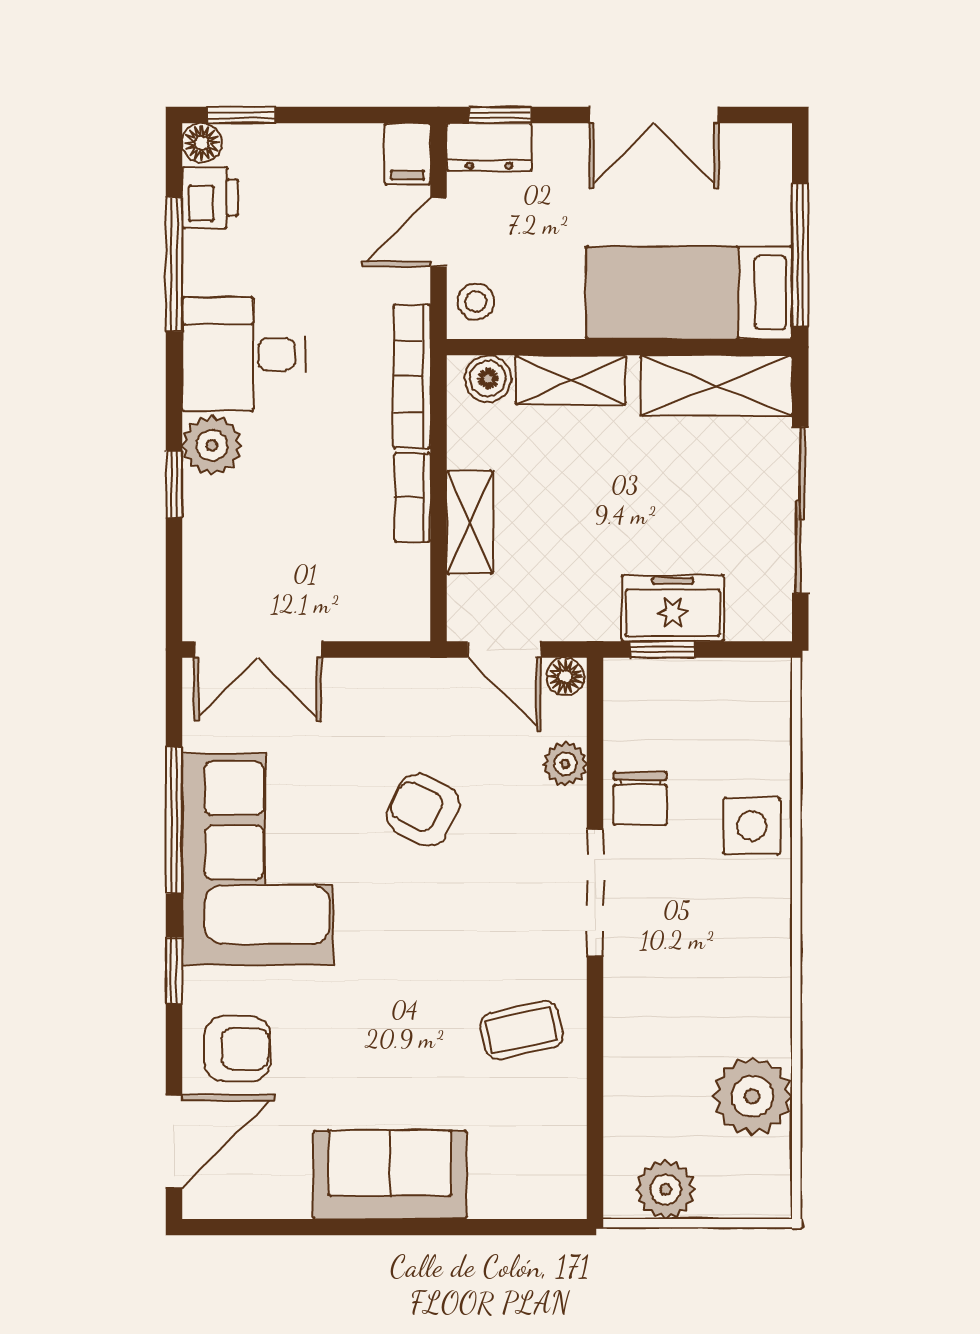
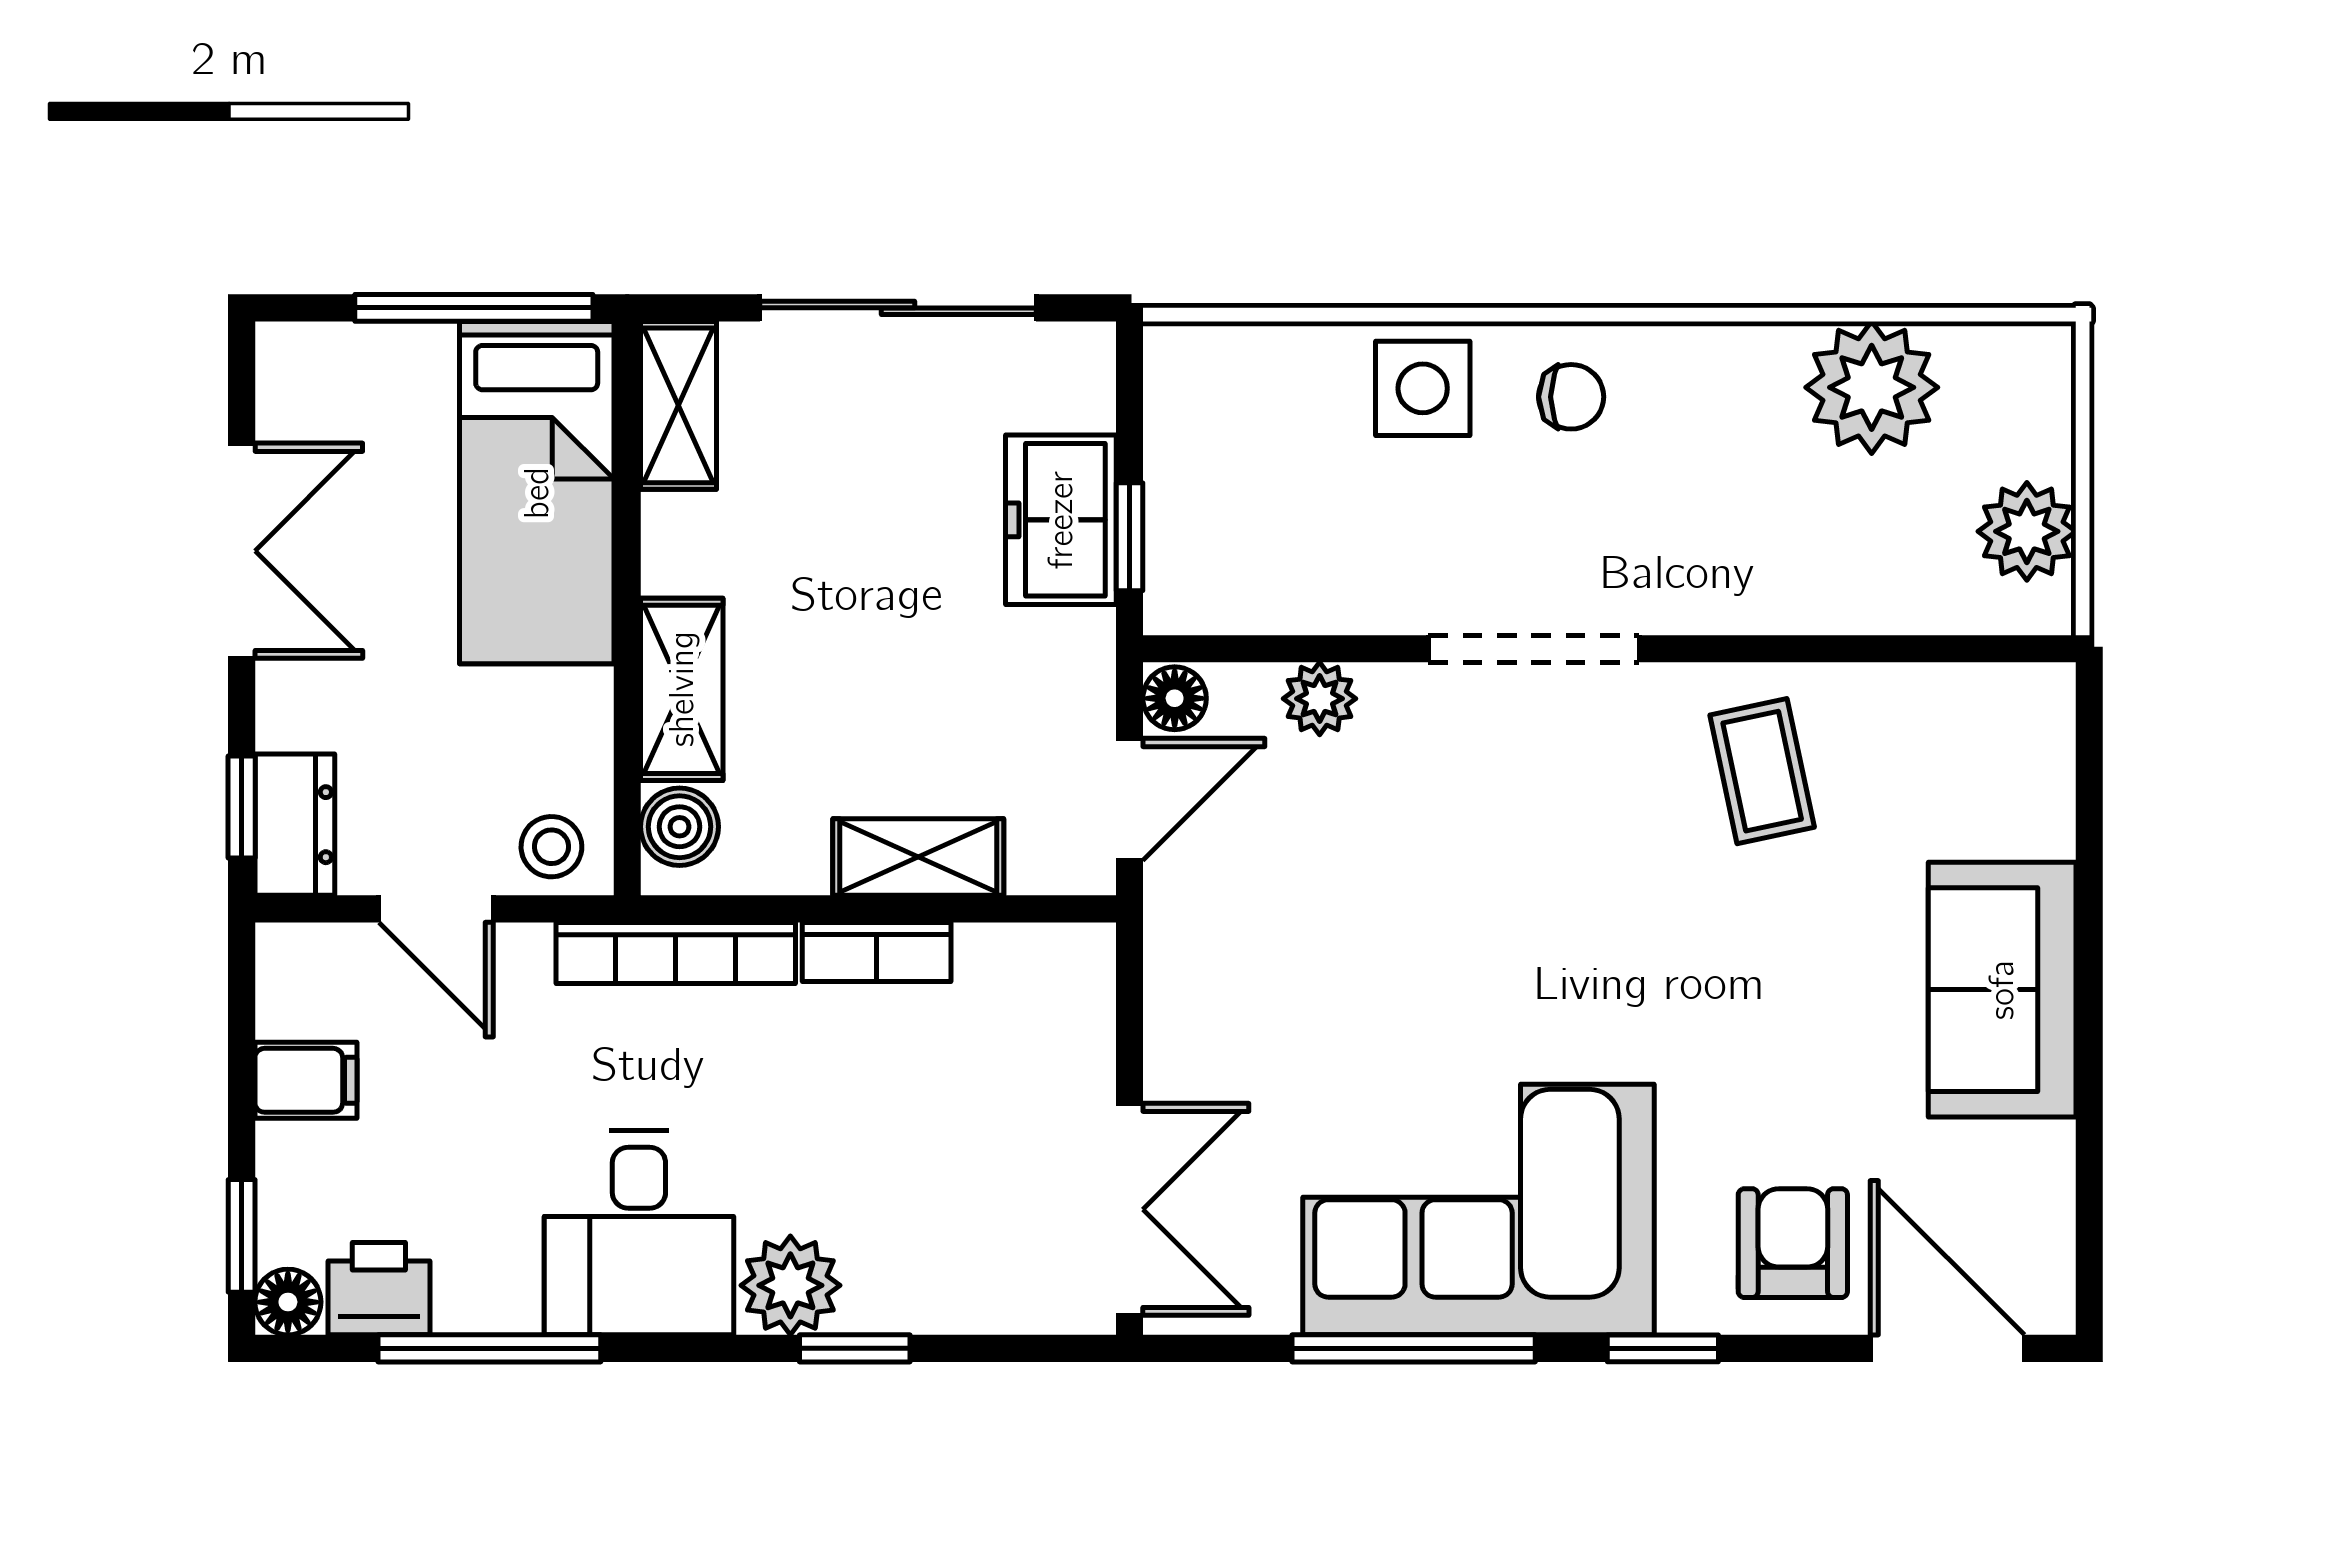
filing cabinet: (407, 154) -> (306, 1080), moved
shelving: (716, 386) -> (678, 405), width x0.67, depth x0.75
chair: (640, 798) -> (1571, 397), moved, width x0.73, depth x0.73
armchair: (423, 810) -> (1396, 934), removed

